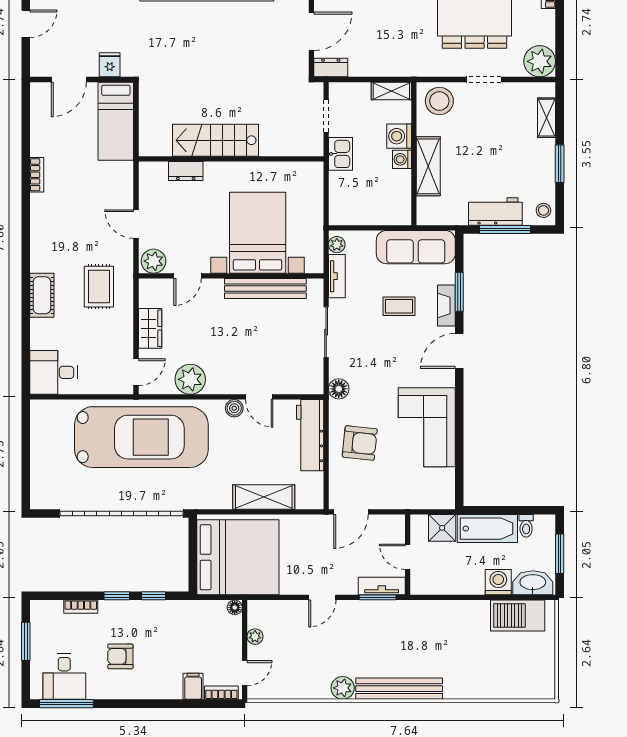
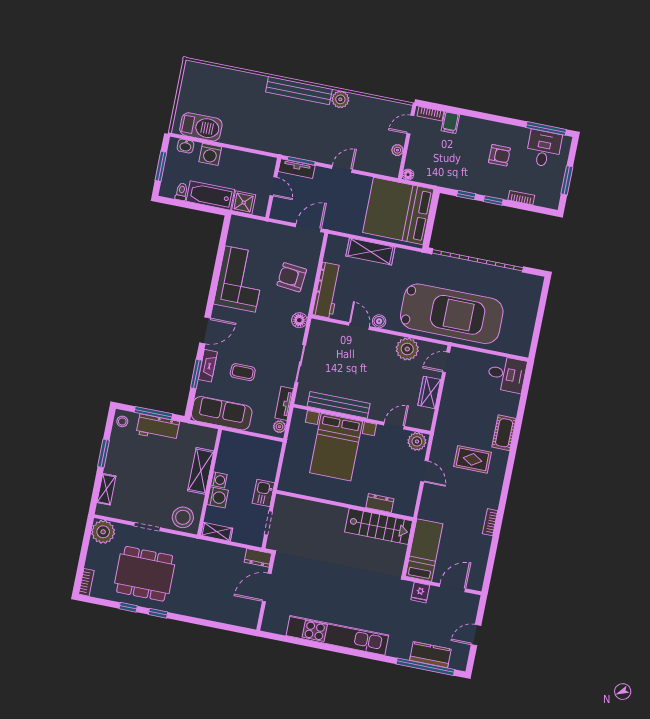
stairs: (215, 140) -> (379, 526), moved
rug: (99, 287) -> (473, 459), moved, turned 90
car: (141, 437) -> (452, 314), turned 180
washbasin: (533, 583) -> (185, 146), width x0.52, depth x0.69

